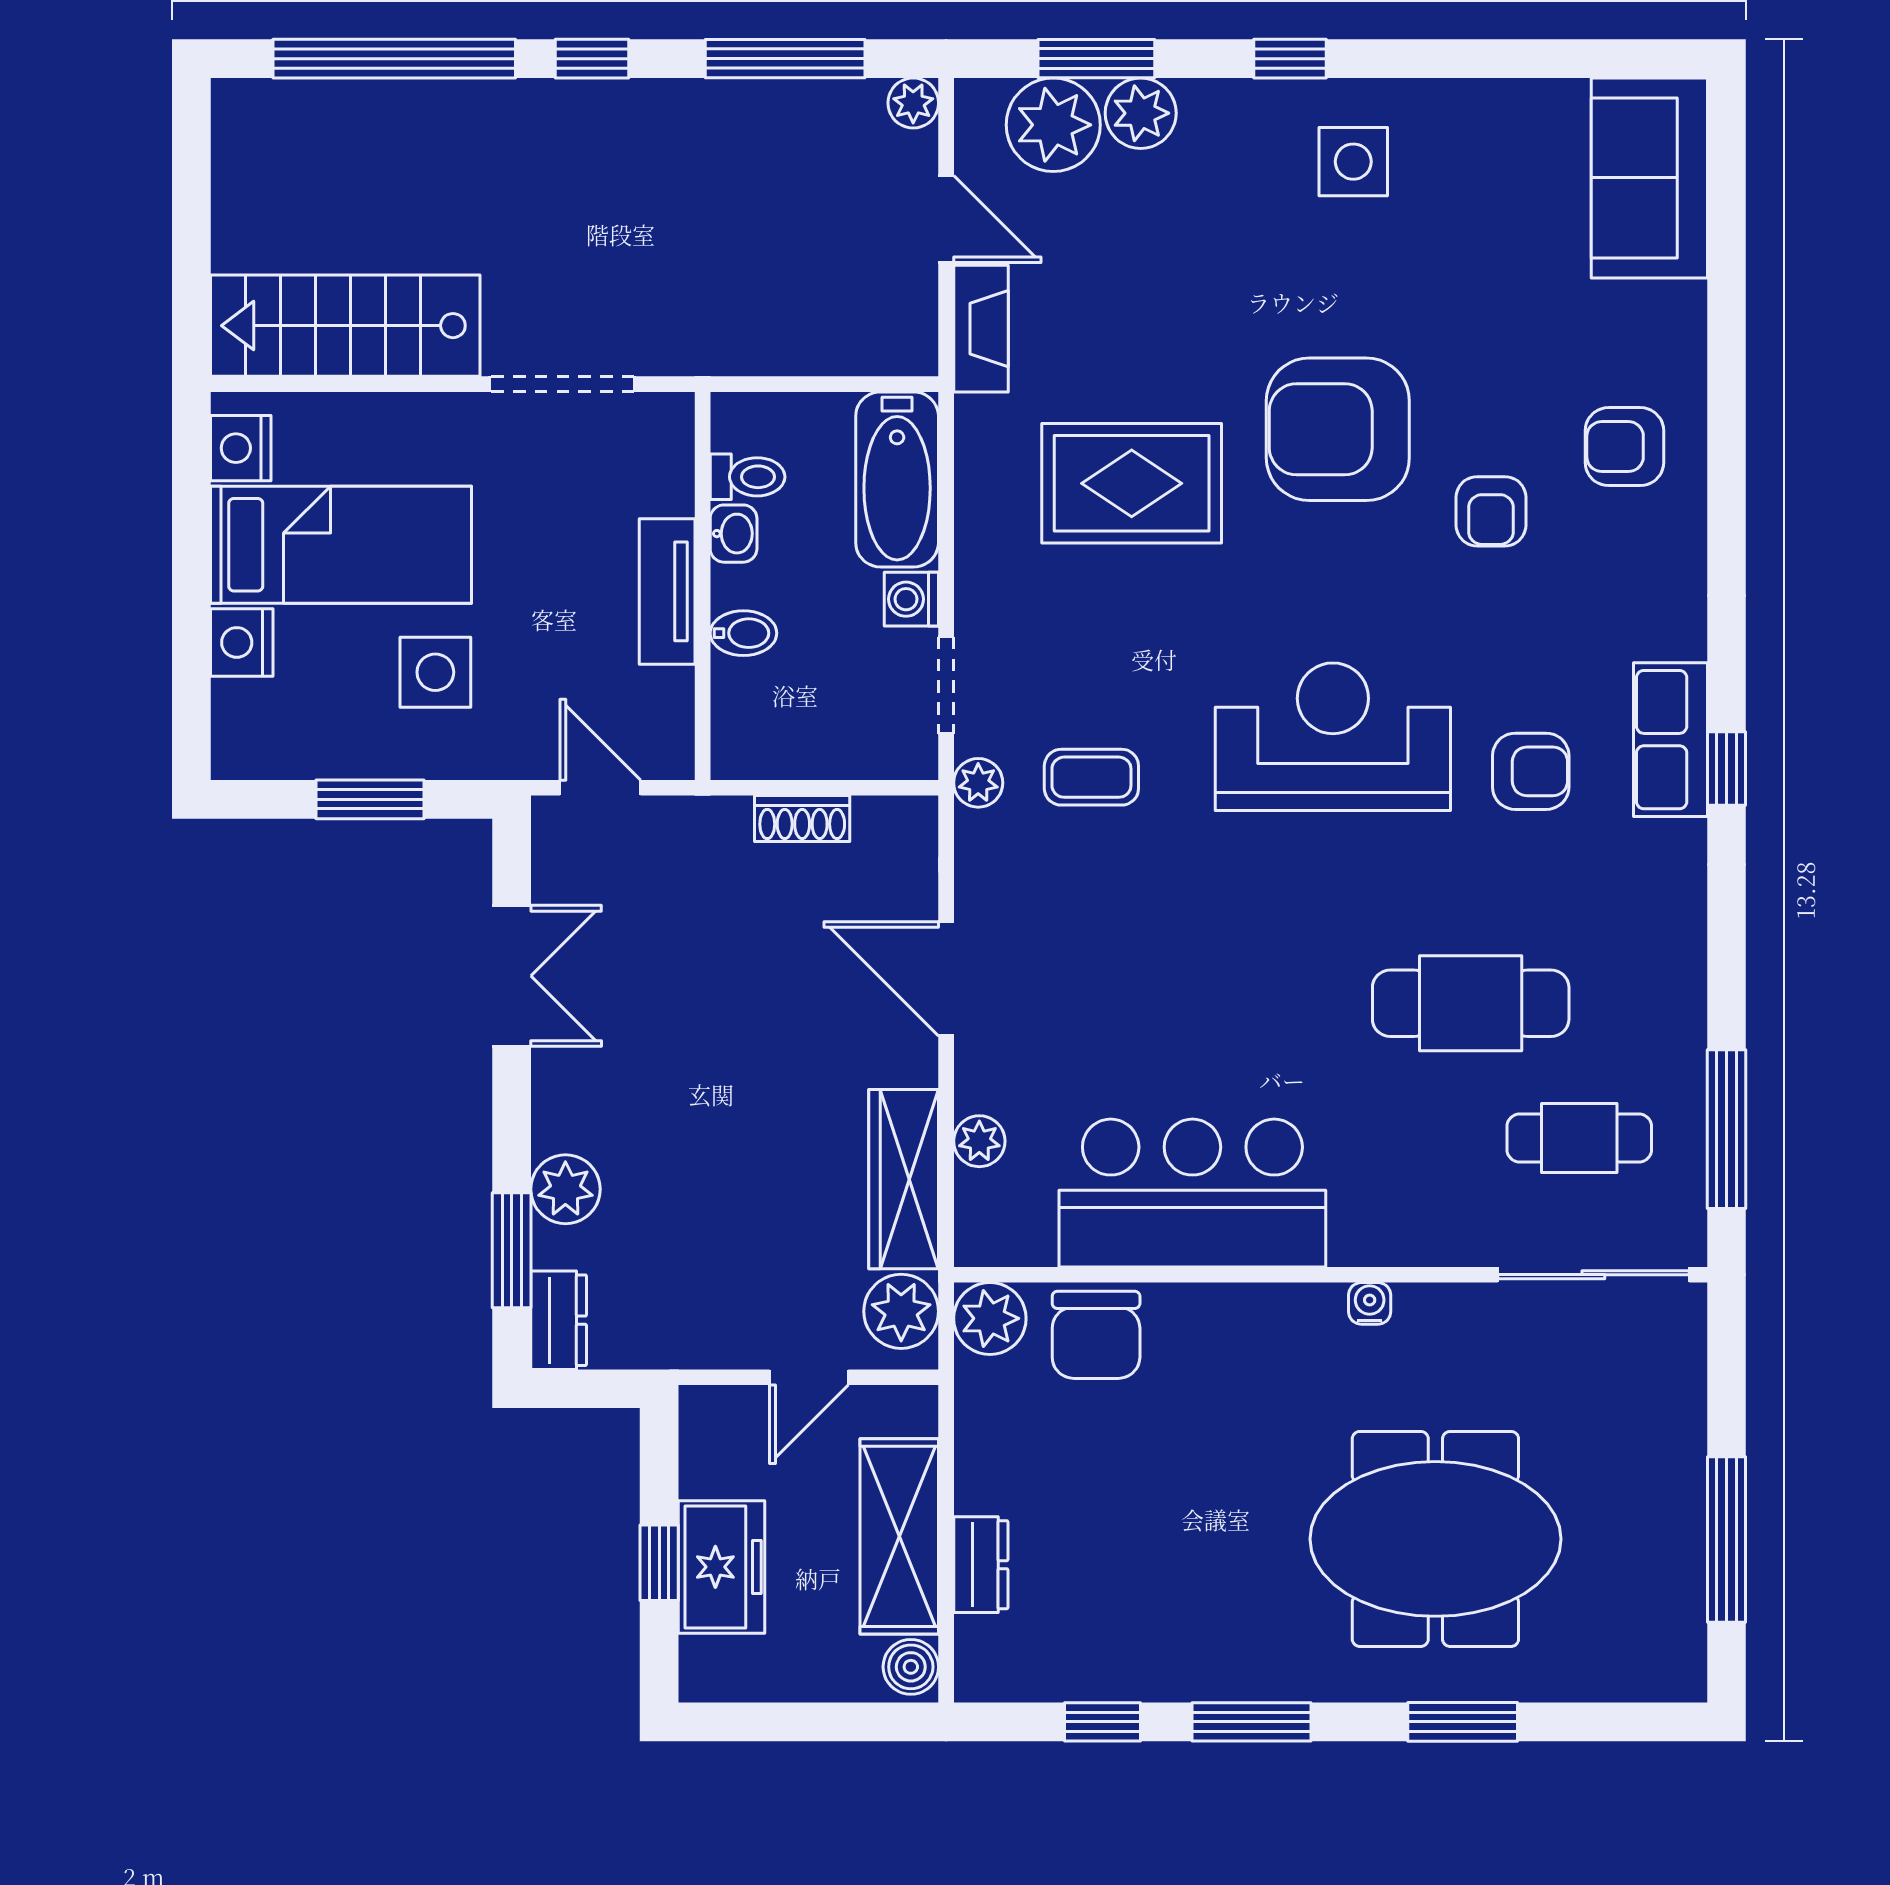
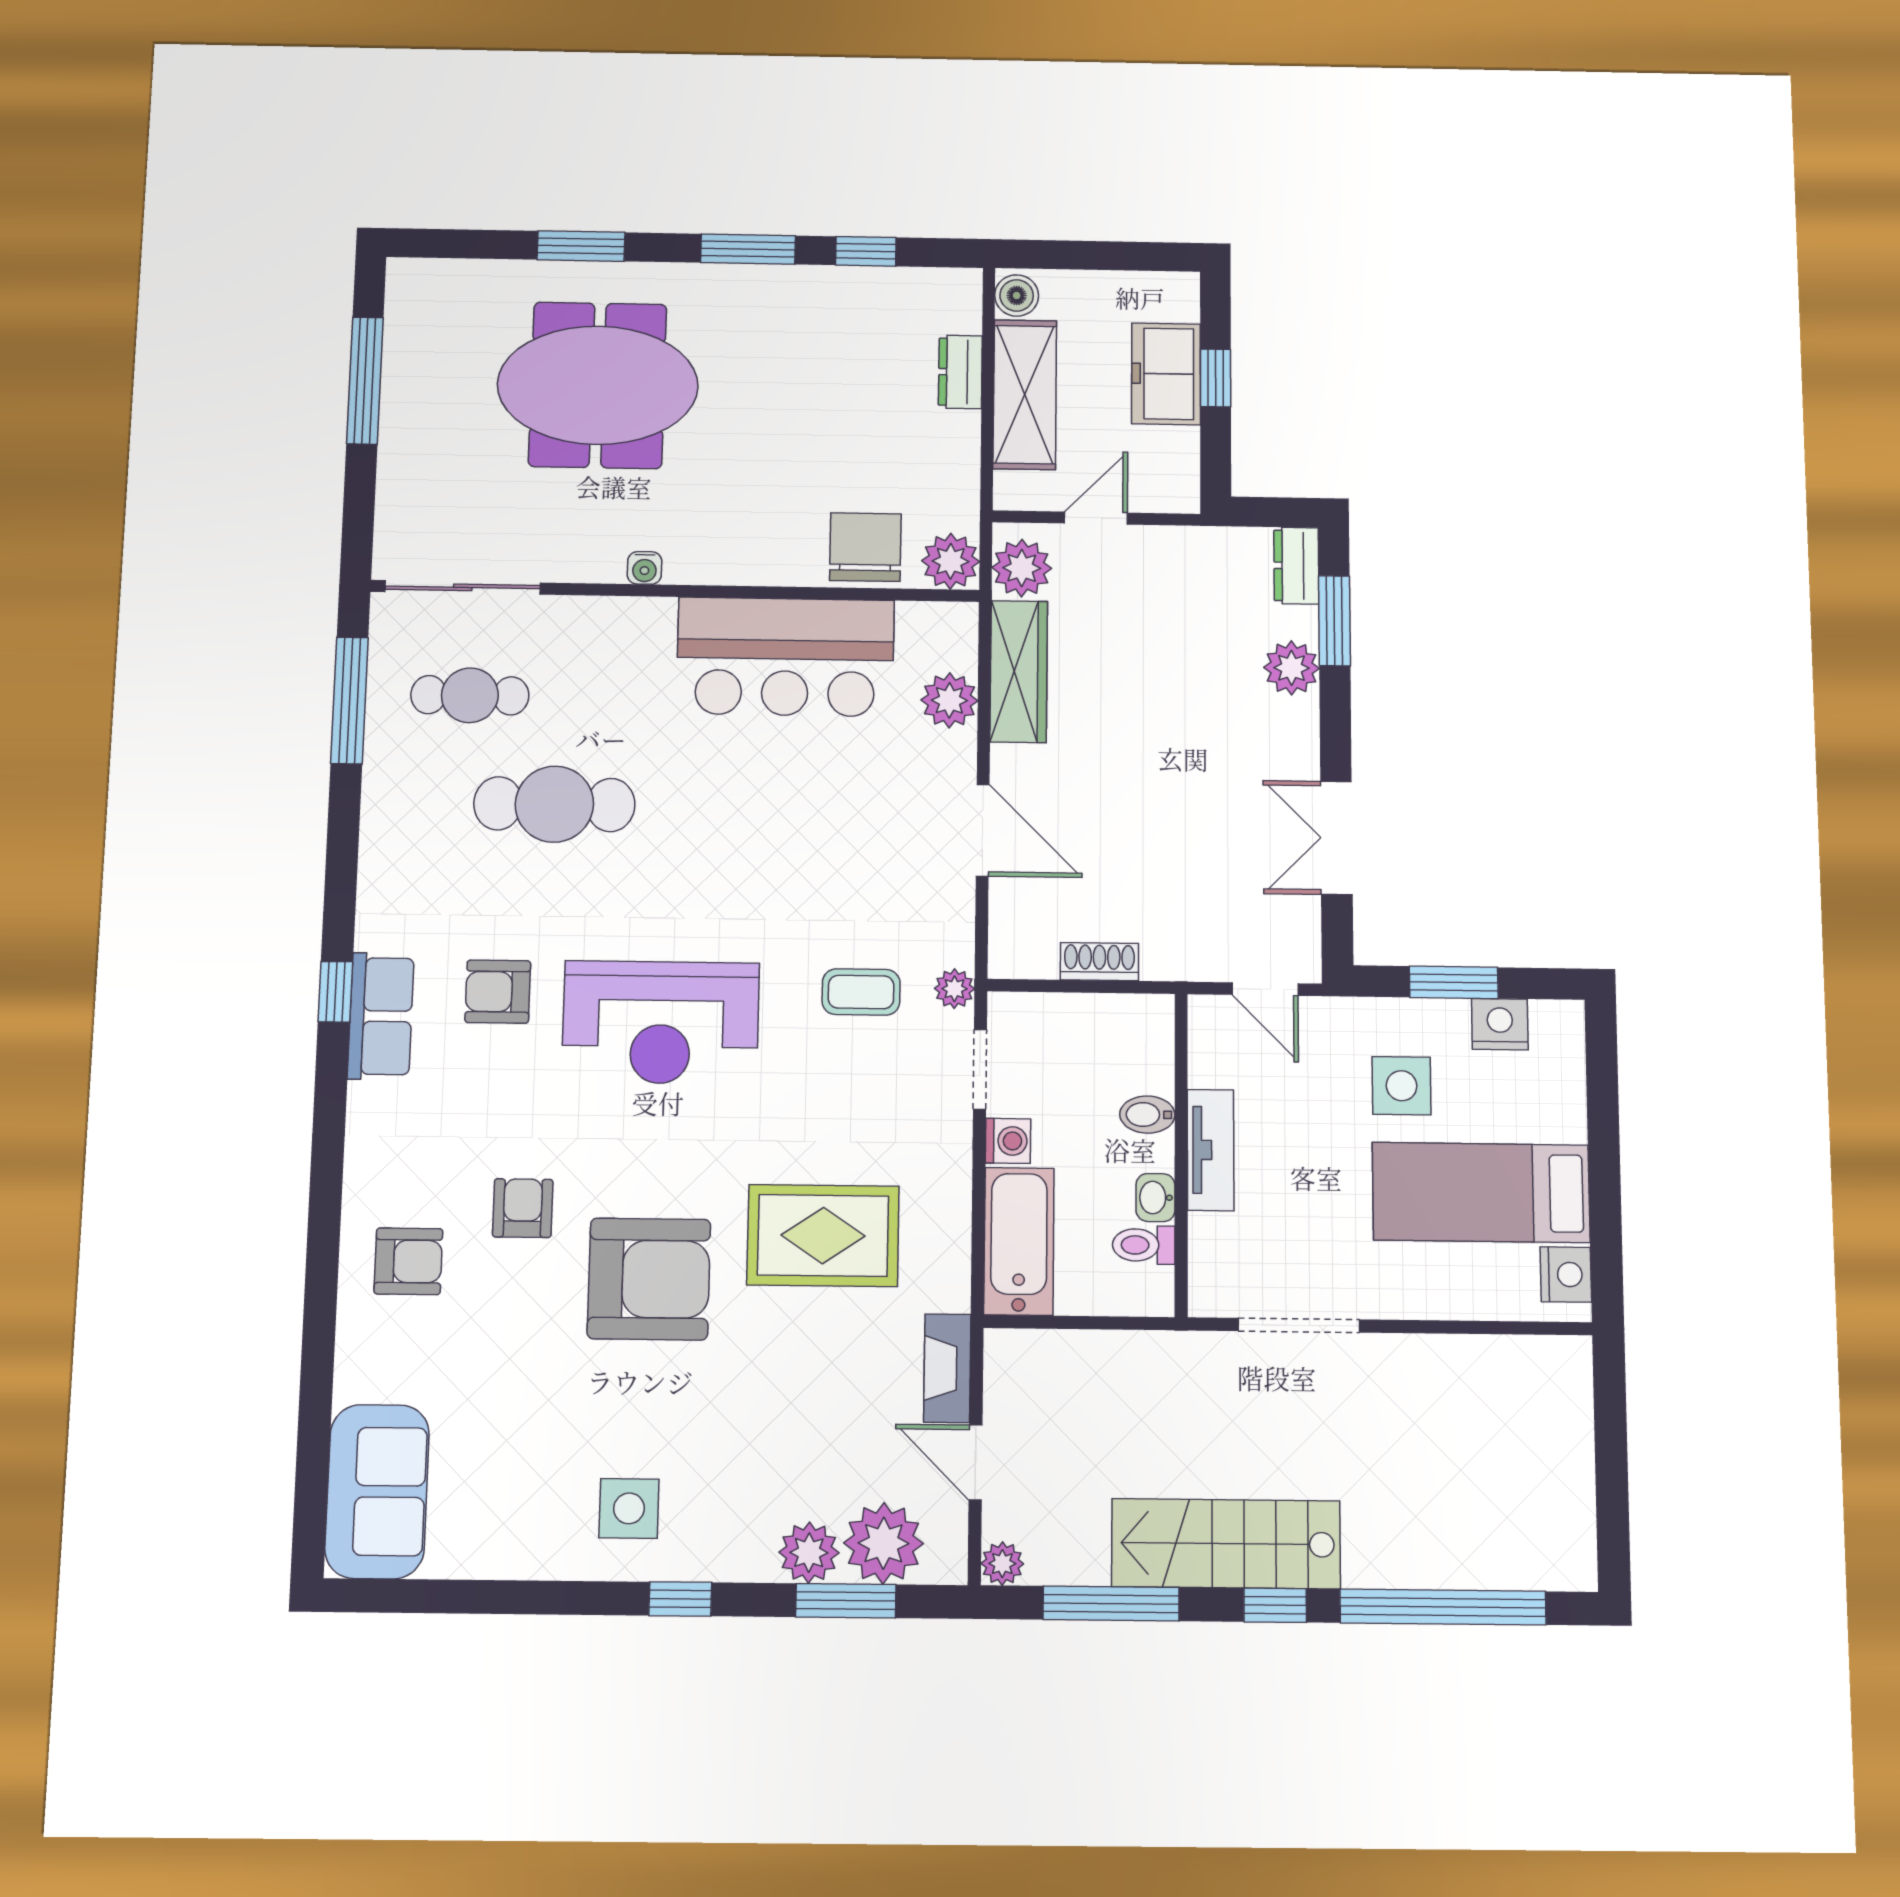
stairs: (345, 326) -> (1226, 1544), moved, turned 180
nightstand: (242, 642) -> (1500, 1024), moved, turned -90
plant: (979, 1141) -> (949, 700), width x1.38, depth x1.38

